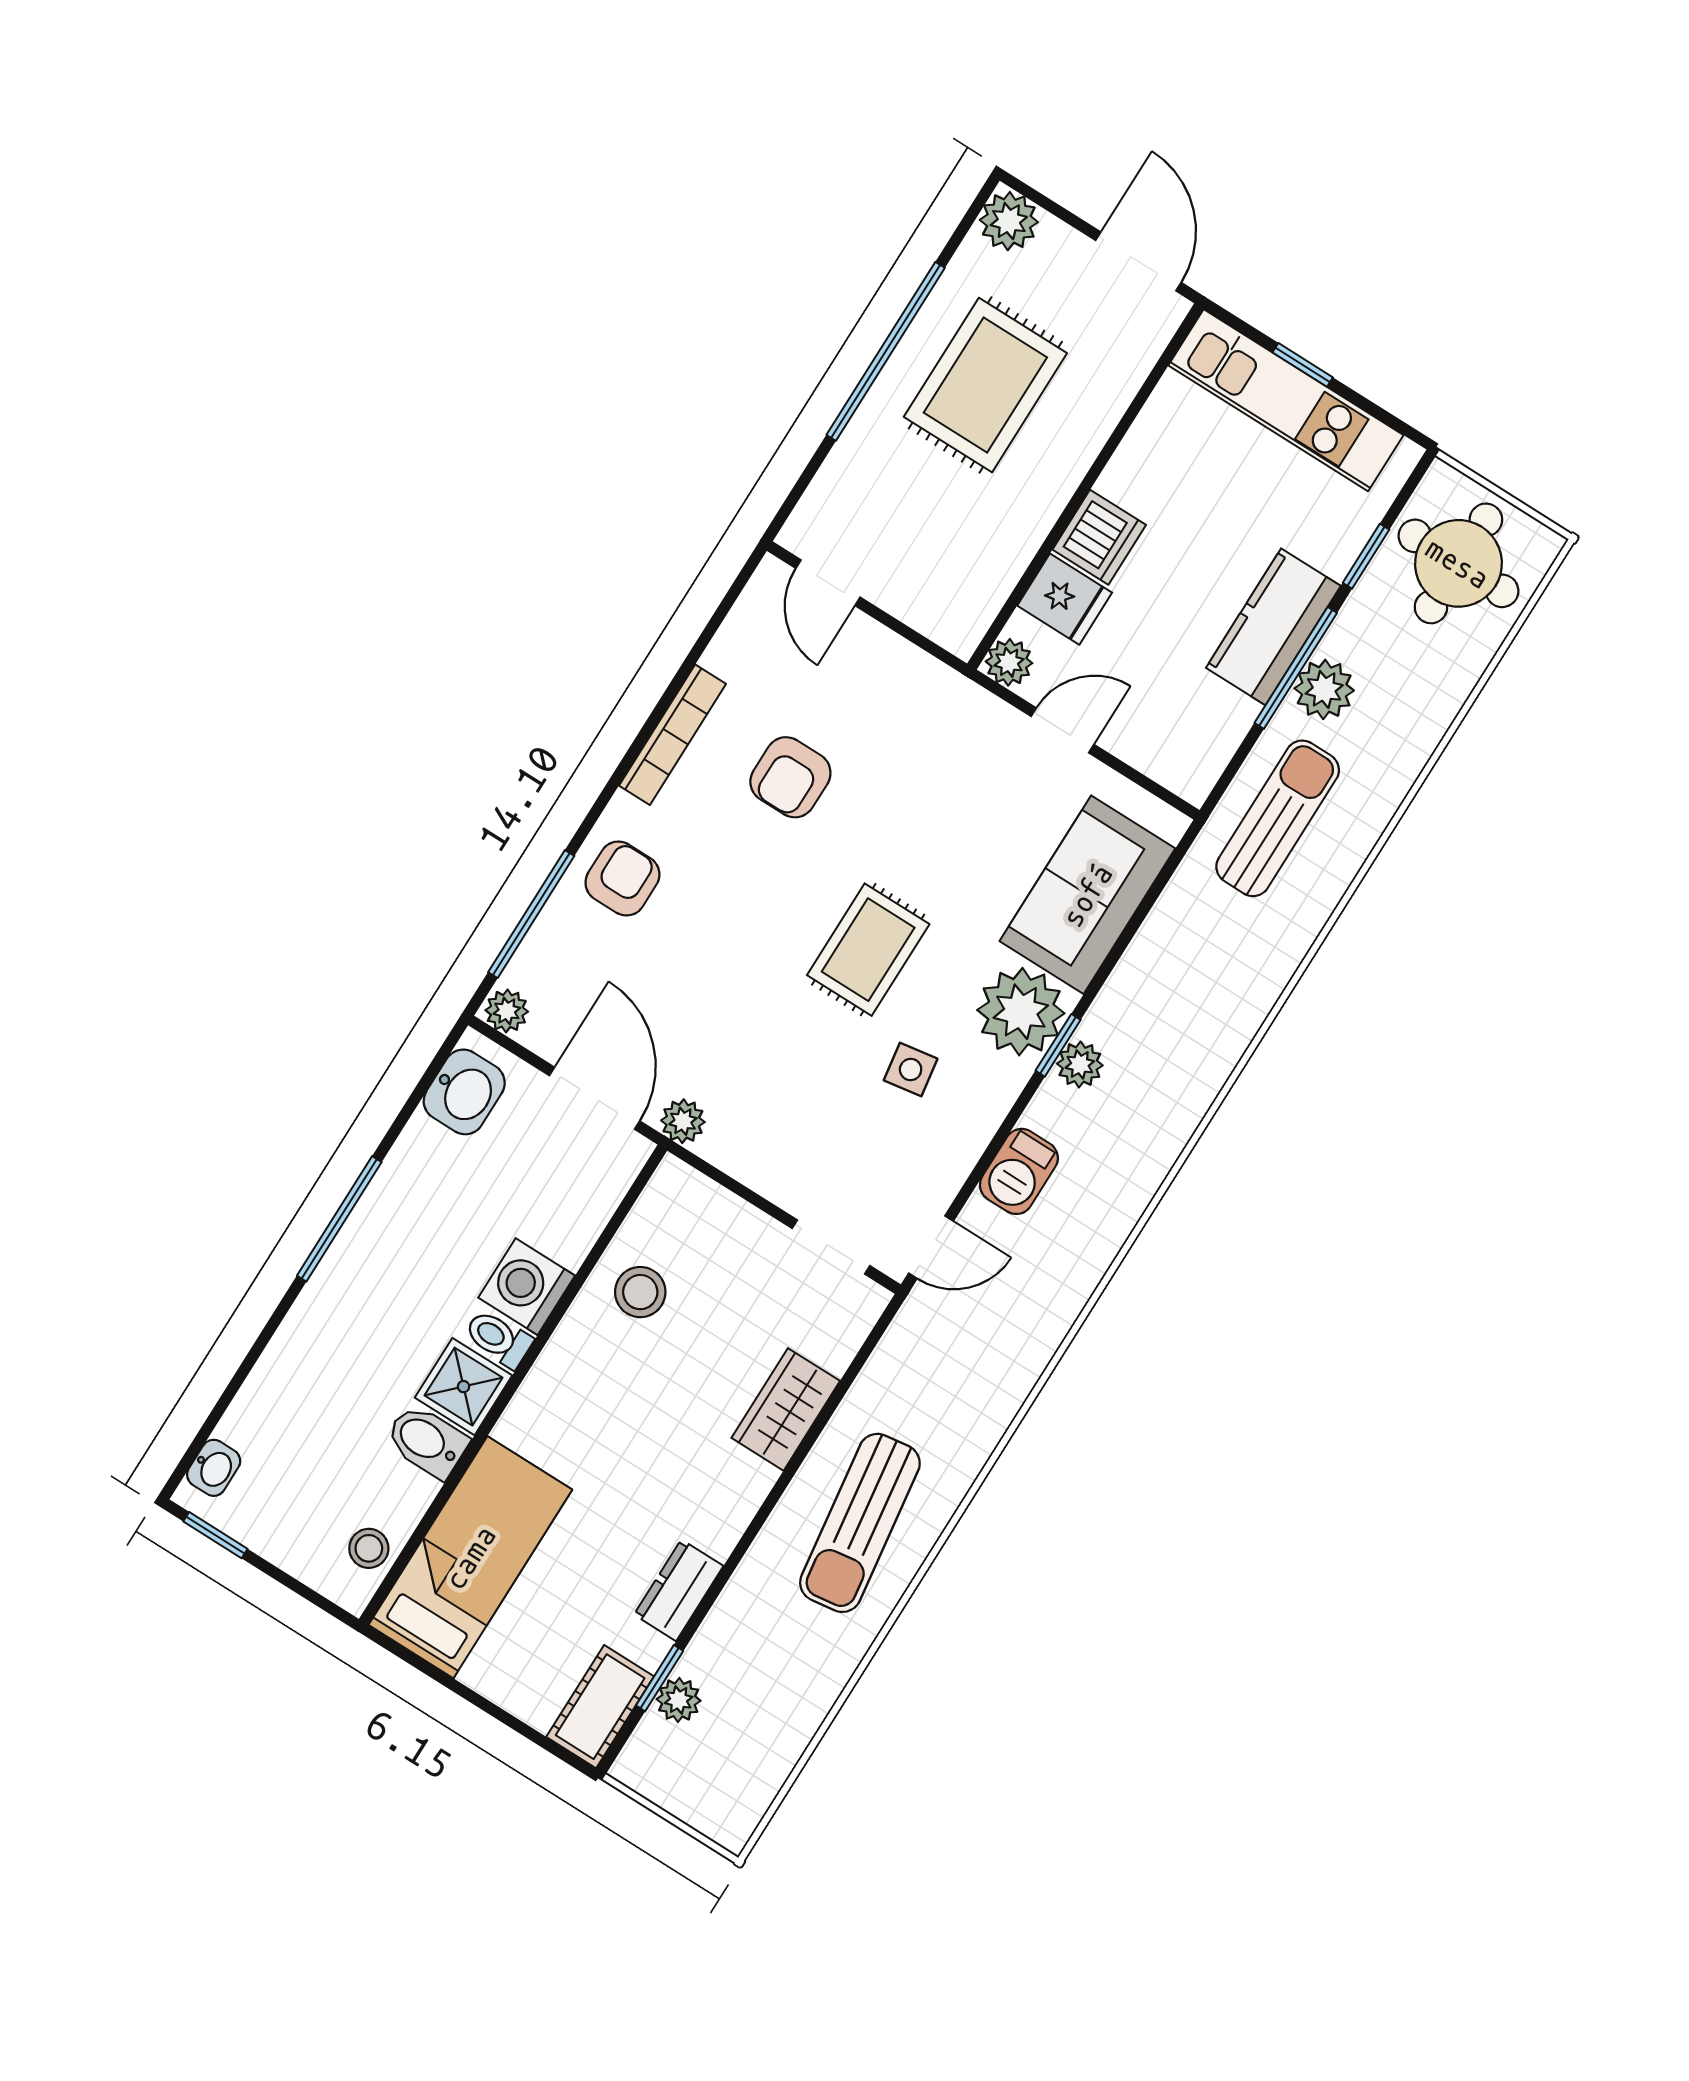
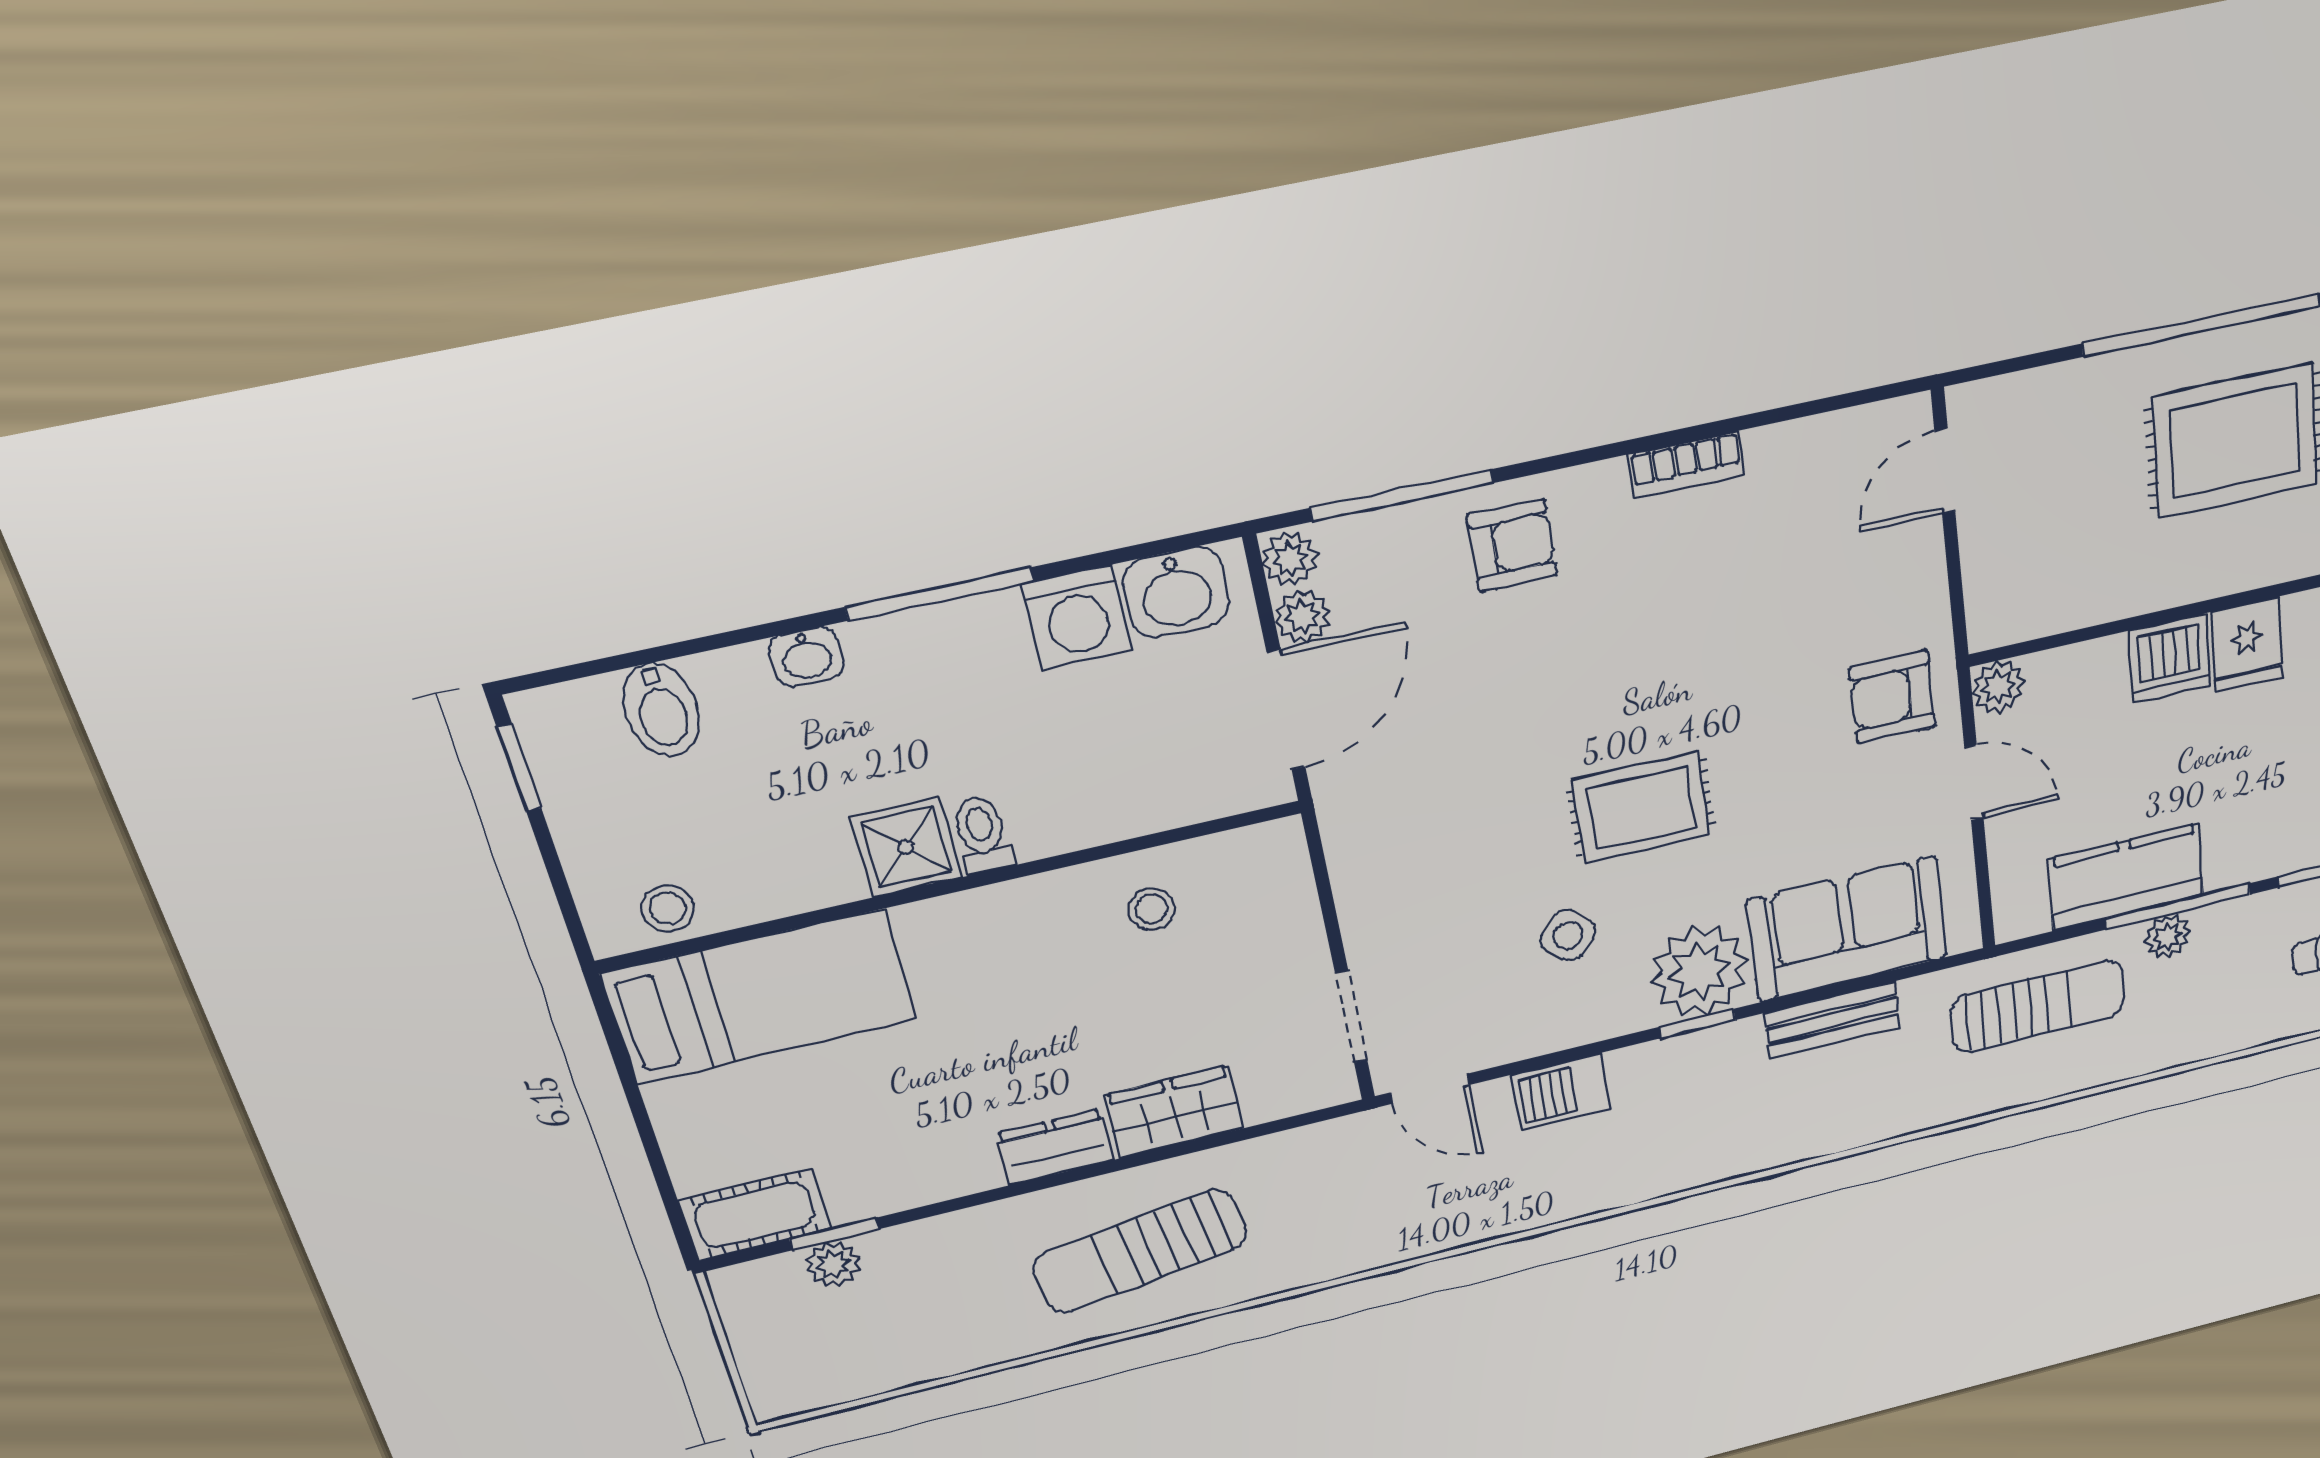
fridge: (1065, 599) -> (2247, 644), moved
kitchen counter: (1273, 627) -> (2126, 877), moved
plant: (1324, 689) -> (2167, 937), width x0.73, depth x0.73
bookcase: (672, 735) -> (1686, 465), width x0.64
armchair: (790, 777) -> (1892, 697), moved
bench: (1146, 959) -> (1832, 1020), added
plant: (1080, 1065) -> (1696, 1053), removed
side table: (911, 1070) -> (1568, 935), turned -38
plant: (683, 1121) -> (1302, 617), moved
washing machine: (527, 1287) -> (1077, 617), moved, turned 180
stool: (640, 1292) -> (1152, 909), width x0.73, depth x0.73
bidet: (427, 1441) -> (661, 710), moved, turned 180
washbasin: (214, 1468) -> (806, 657), moved
dresser: (679, 1590) -> (1055, 1147), moved

